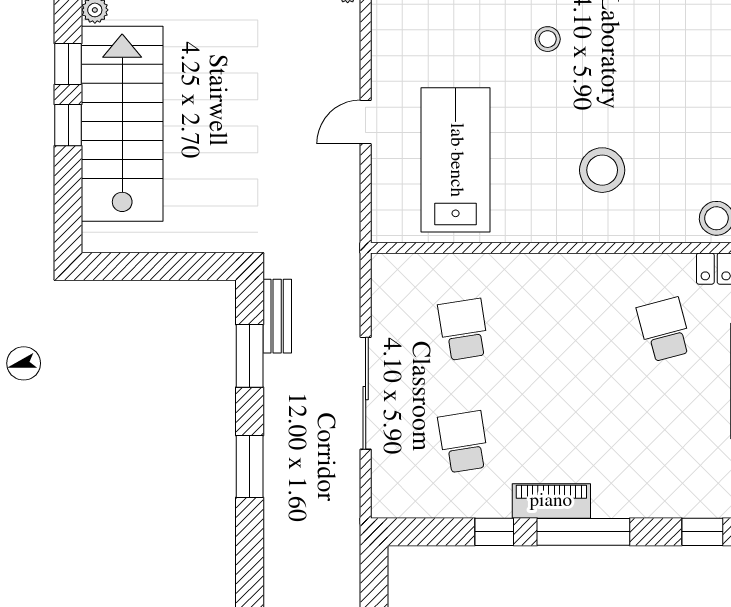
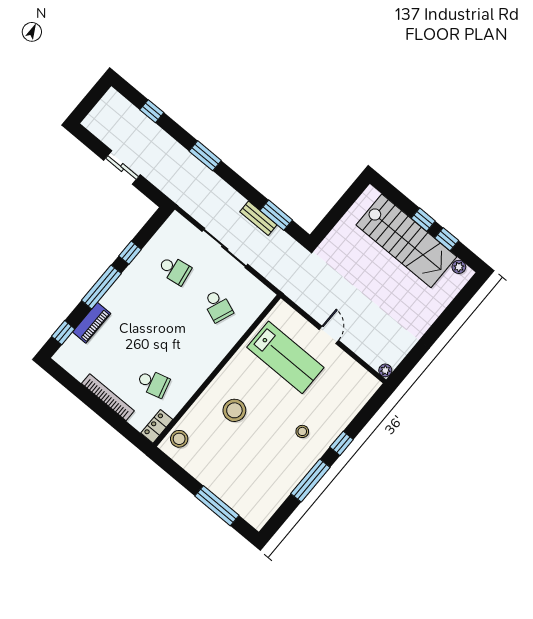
bench: (277, 316) -> (258, 218), moved
school desk: (463, 330) -> (218, 306), turned 30
window: (250, 466) -> (205, 156), moved
piano: (551, 501) -> (92, 323), moved

